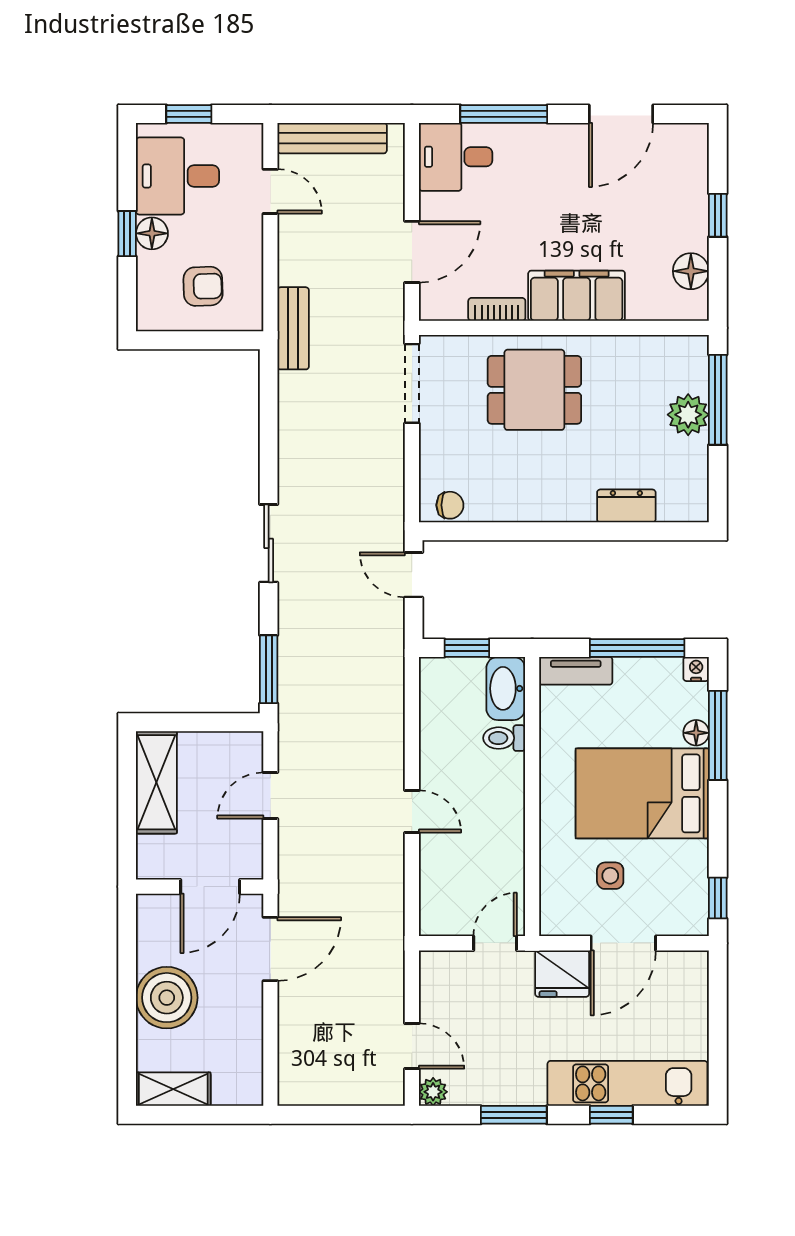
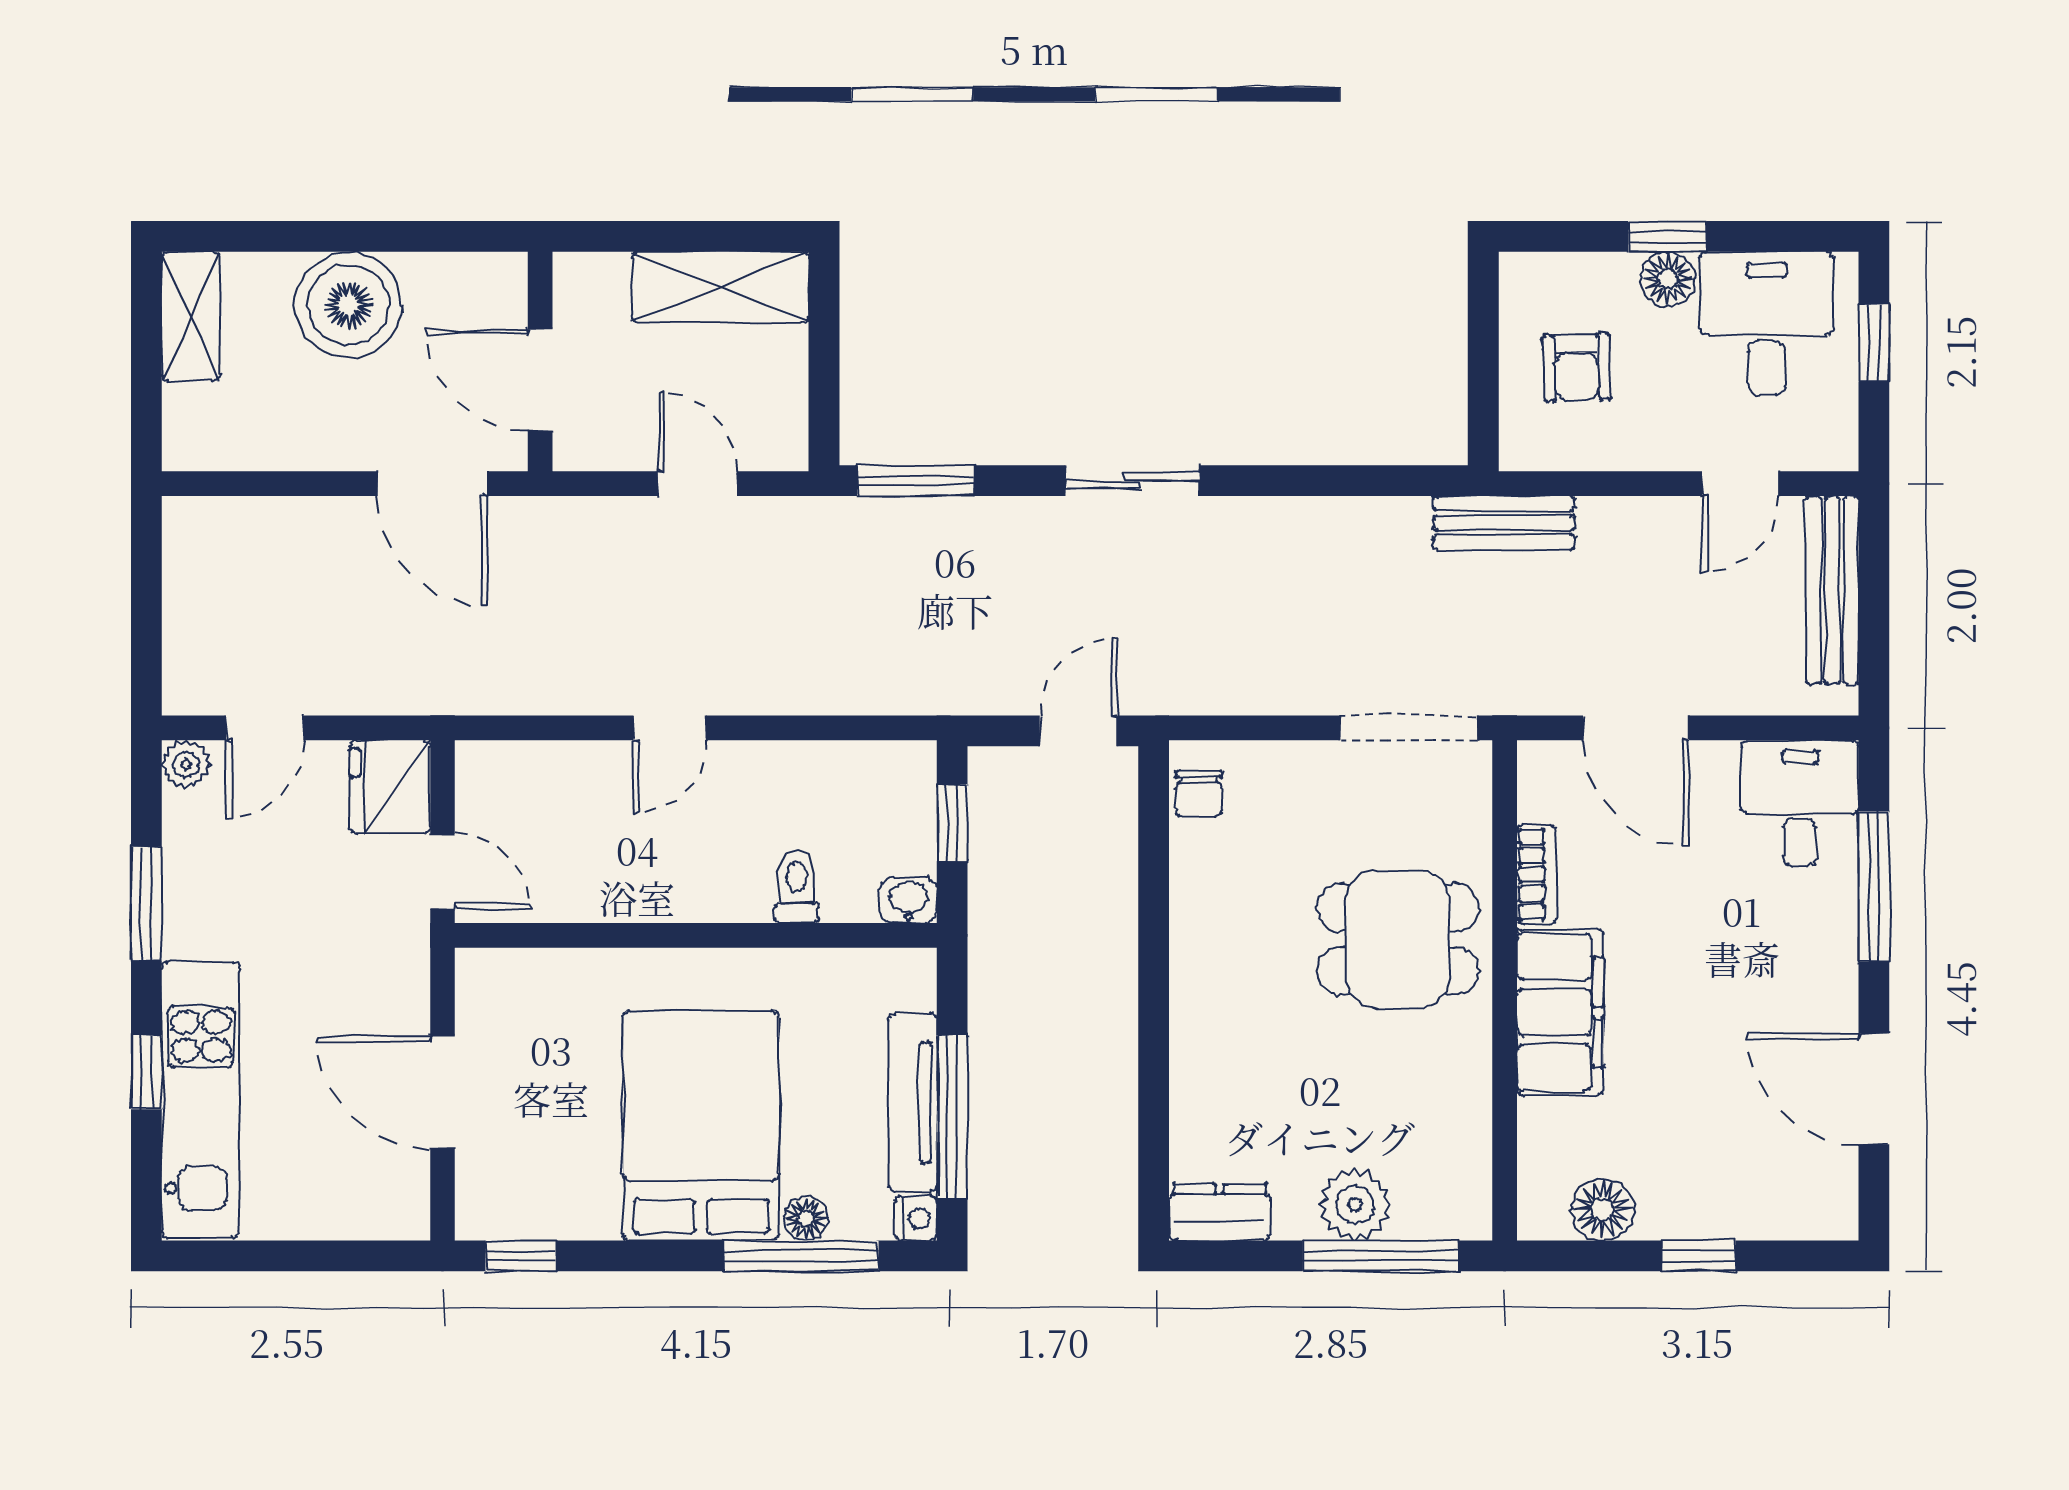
dining table: (534, 390) -> (1398, 939), turned 90
dresser: (626, 506) -> (1220, 1212), moved, turned -90
tv unit: (576, 671) -> (913, 1102), moved, width x1.41
washbasin: (506, 688) -> (908, 900), width x0.52, depth x0.69
side table: (610, 876) -> (559, 1070), removed
fridge: (562, 974) -> (390, 787), moved

